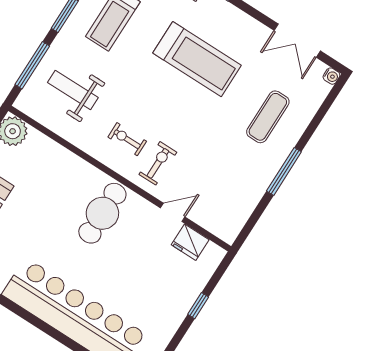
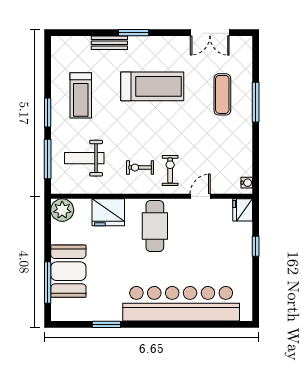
water cooler: (331, 76) -> (247, 183), moved
fridge: (61, 166) -> (108, 212), added
window: (284, 171) -> (256, 102), moved
fridge: (190, 242) -> (243, 210), moved, turned 90

